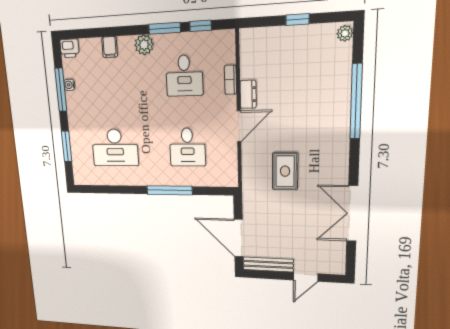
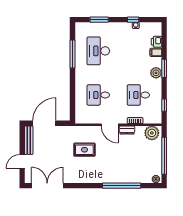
window: (297, 20) -> (164, 156), width x3.17
window: (165, 28) -> (164, 68), moved
plant: (253, 47) -> (152, 133), added
printer: (70, 48) -> (156, 42), moved
window: (61, 90) -> (133, 20), width x0.46
window: (170, 190) -> (73, 54), moved
double door: (352, 214) -> (47, 186), moved
door: (306, 277) -> (22, 161), hinge flipped

